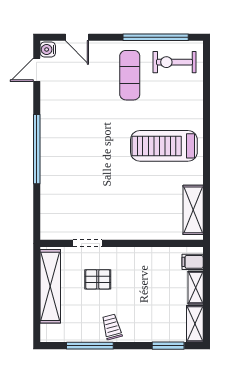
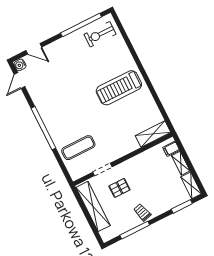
exercise mat: (130, 75) -> (78, 148), moved, turned 90
shelving: (193, 210) -> (153, 134), moved, turned 90

